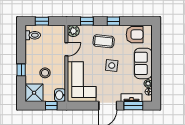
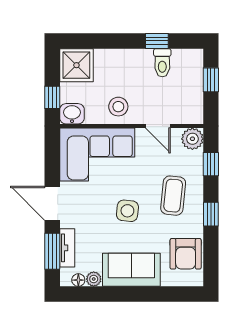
toilet: (33, 35) -> (162, 63), moved
window: (21, 70) -> (157, 41), moved
stool: (45, 73) -> (118, 107), moved

